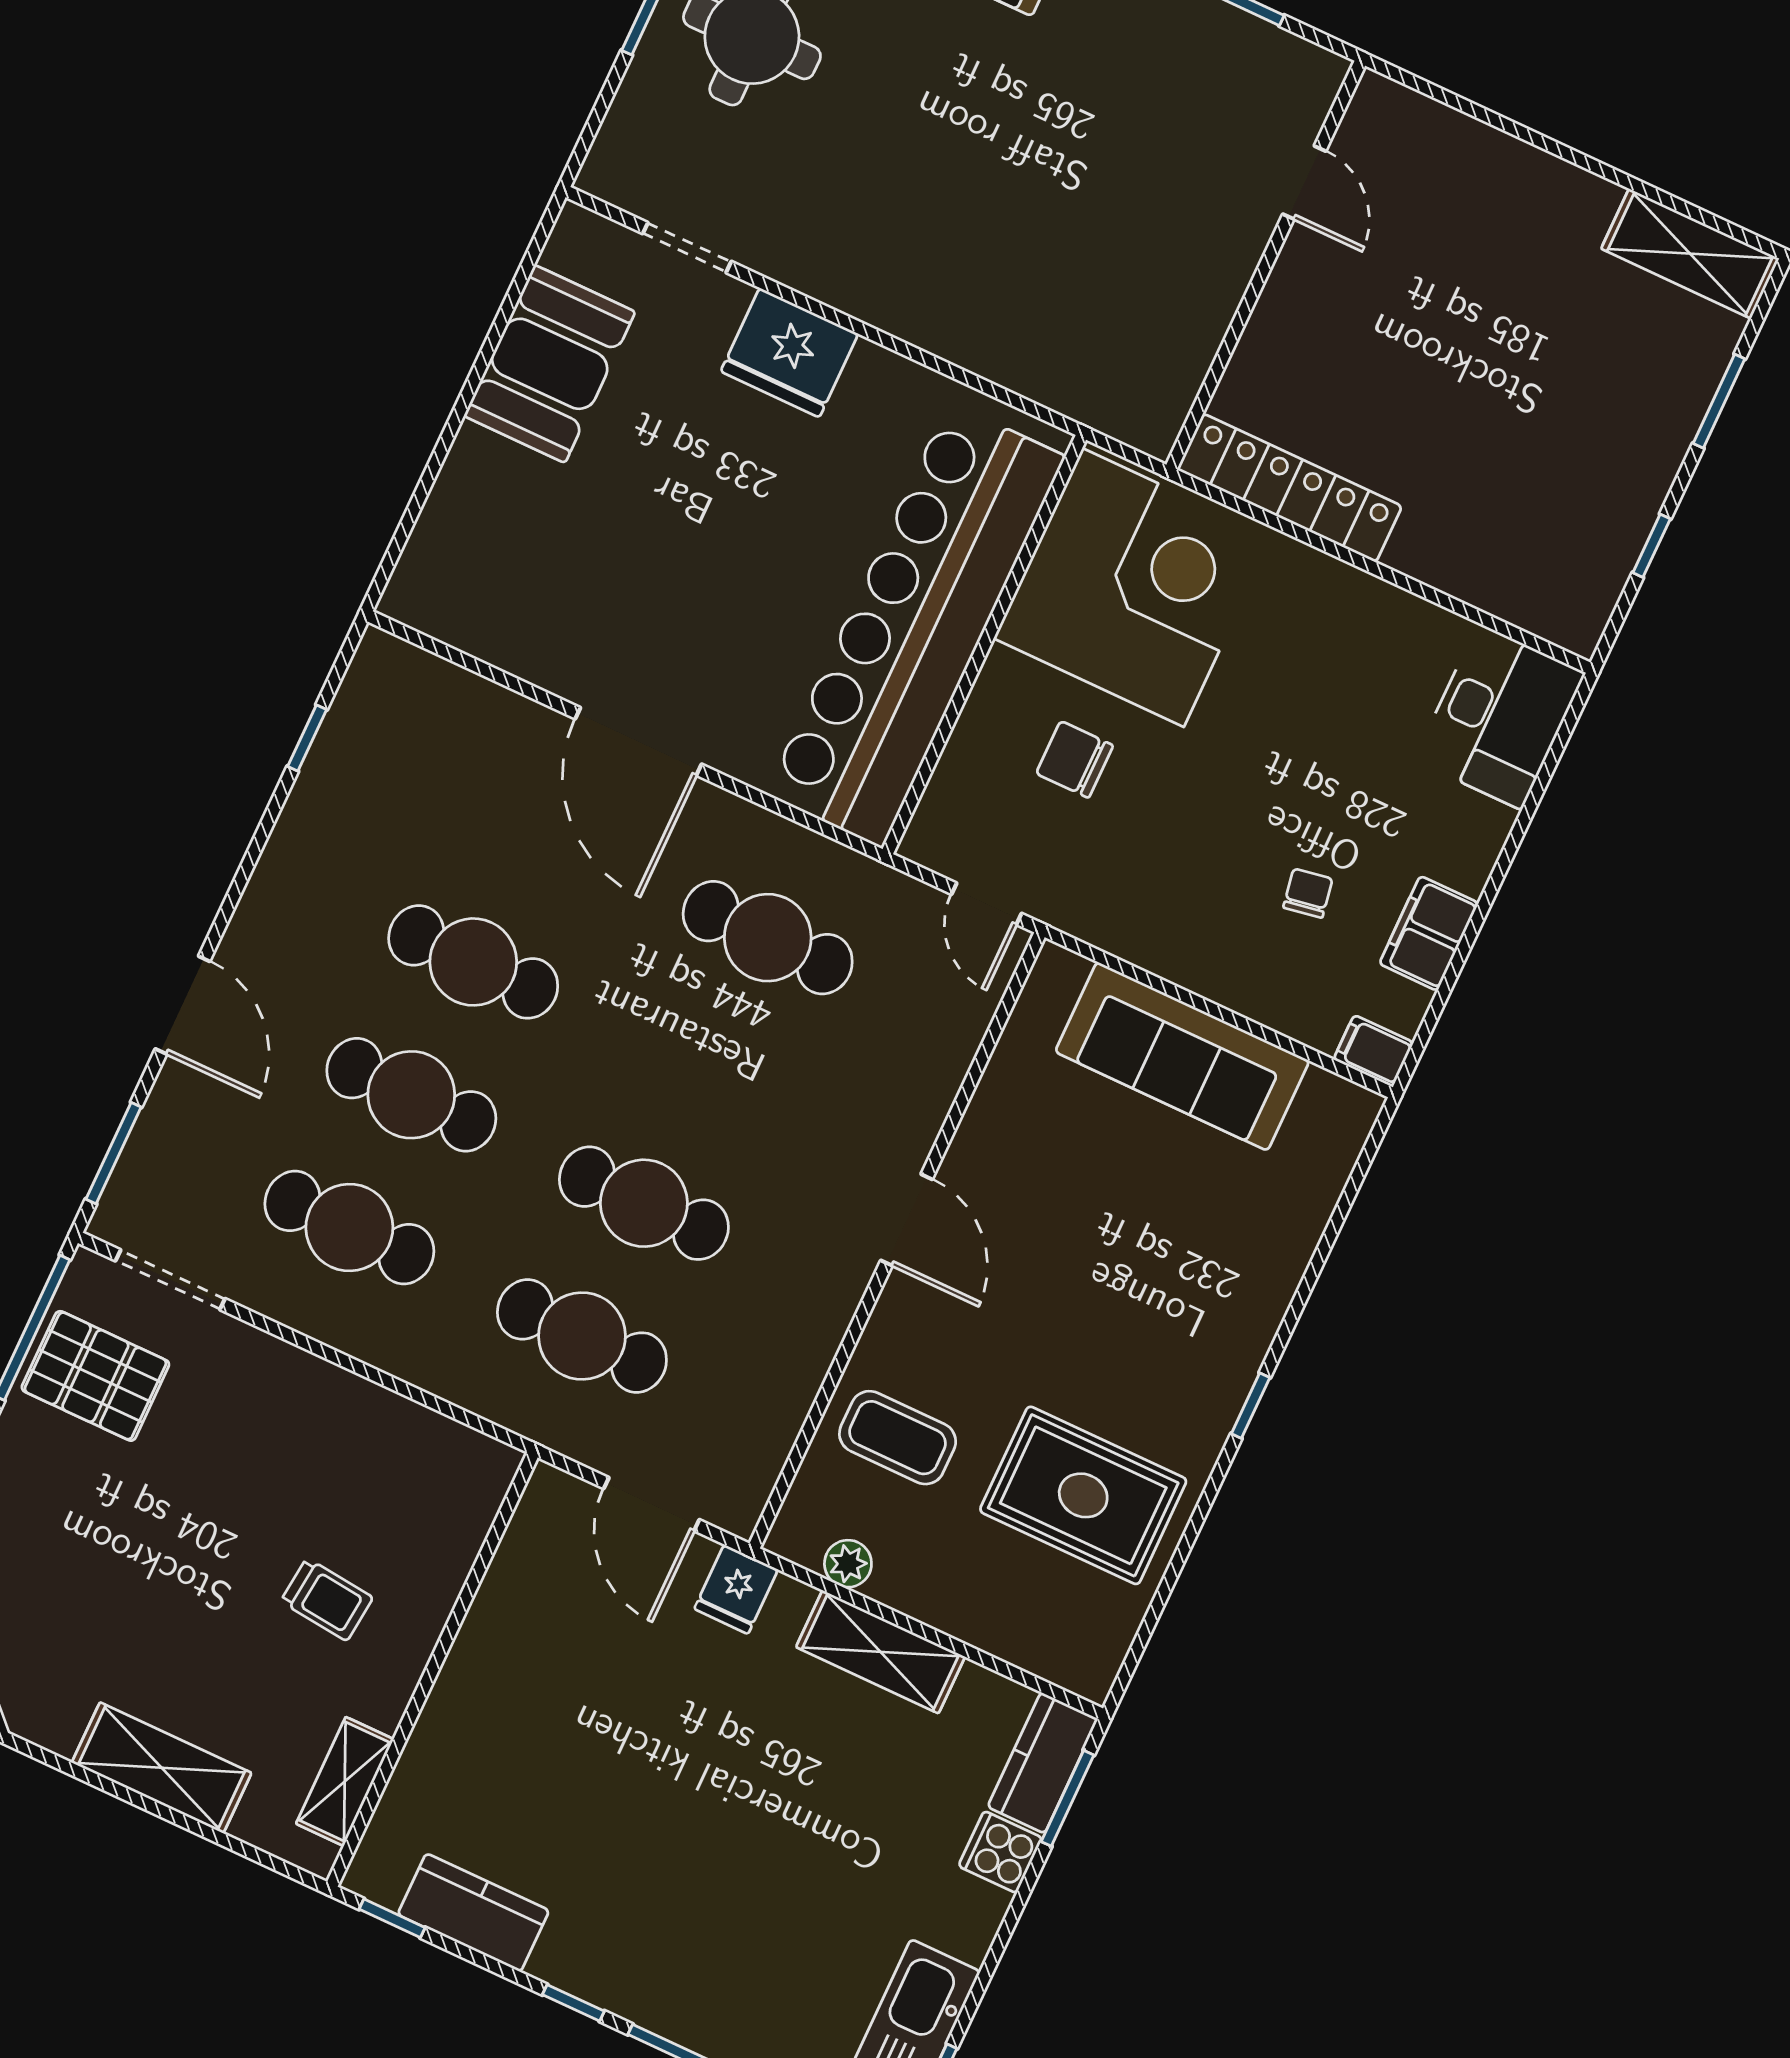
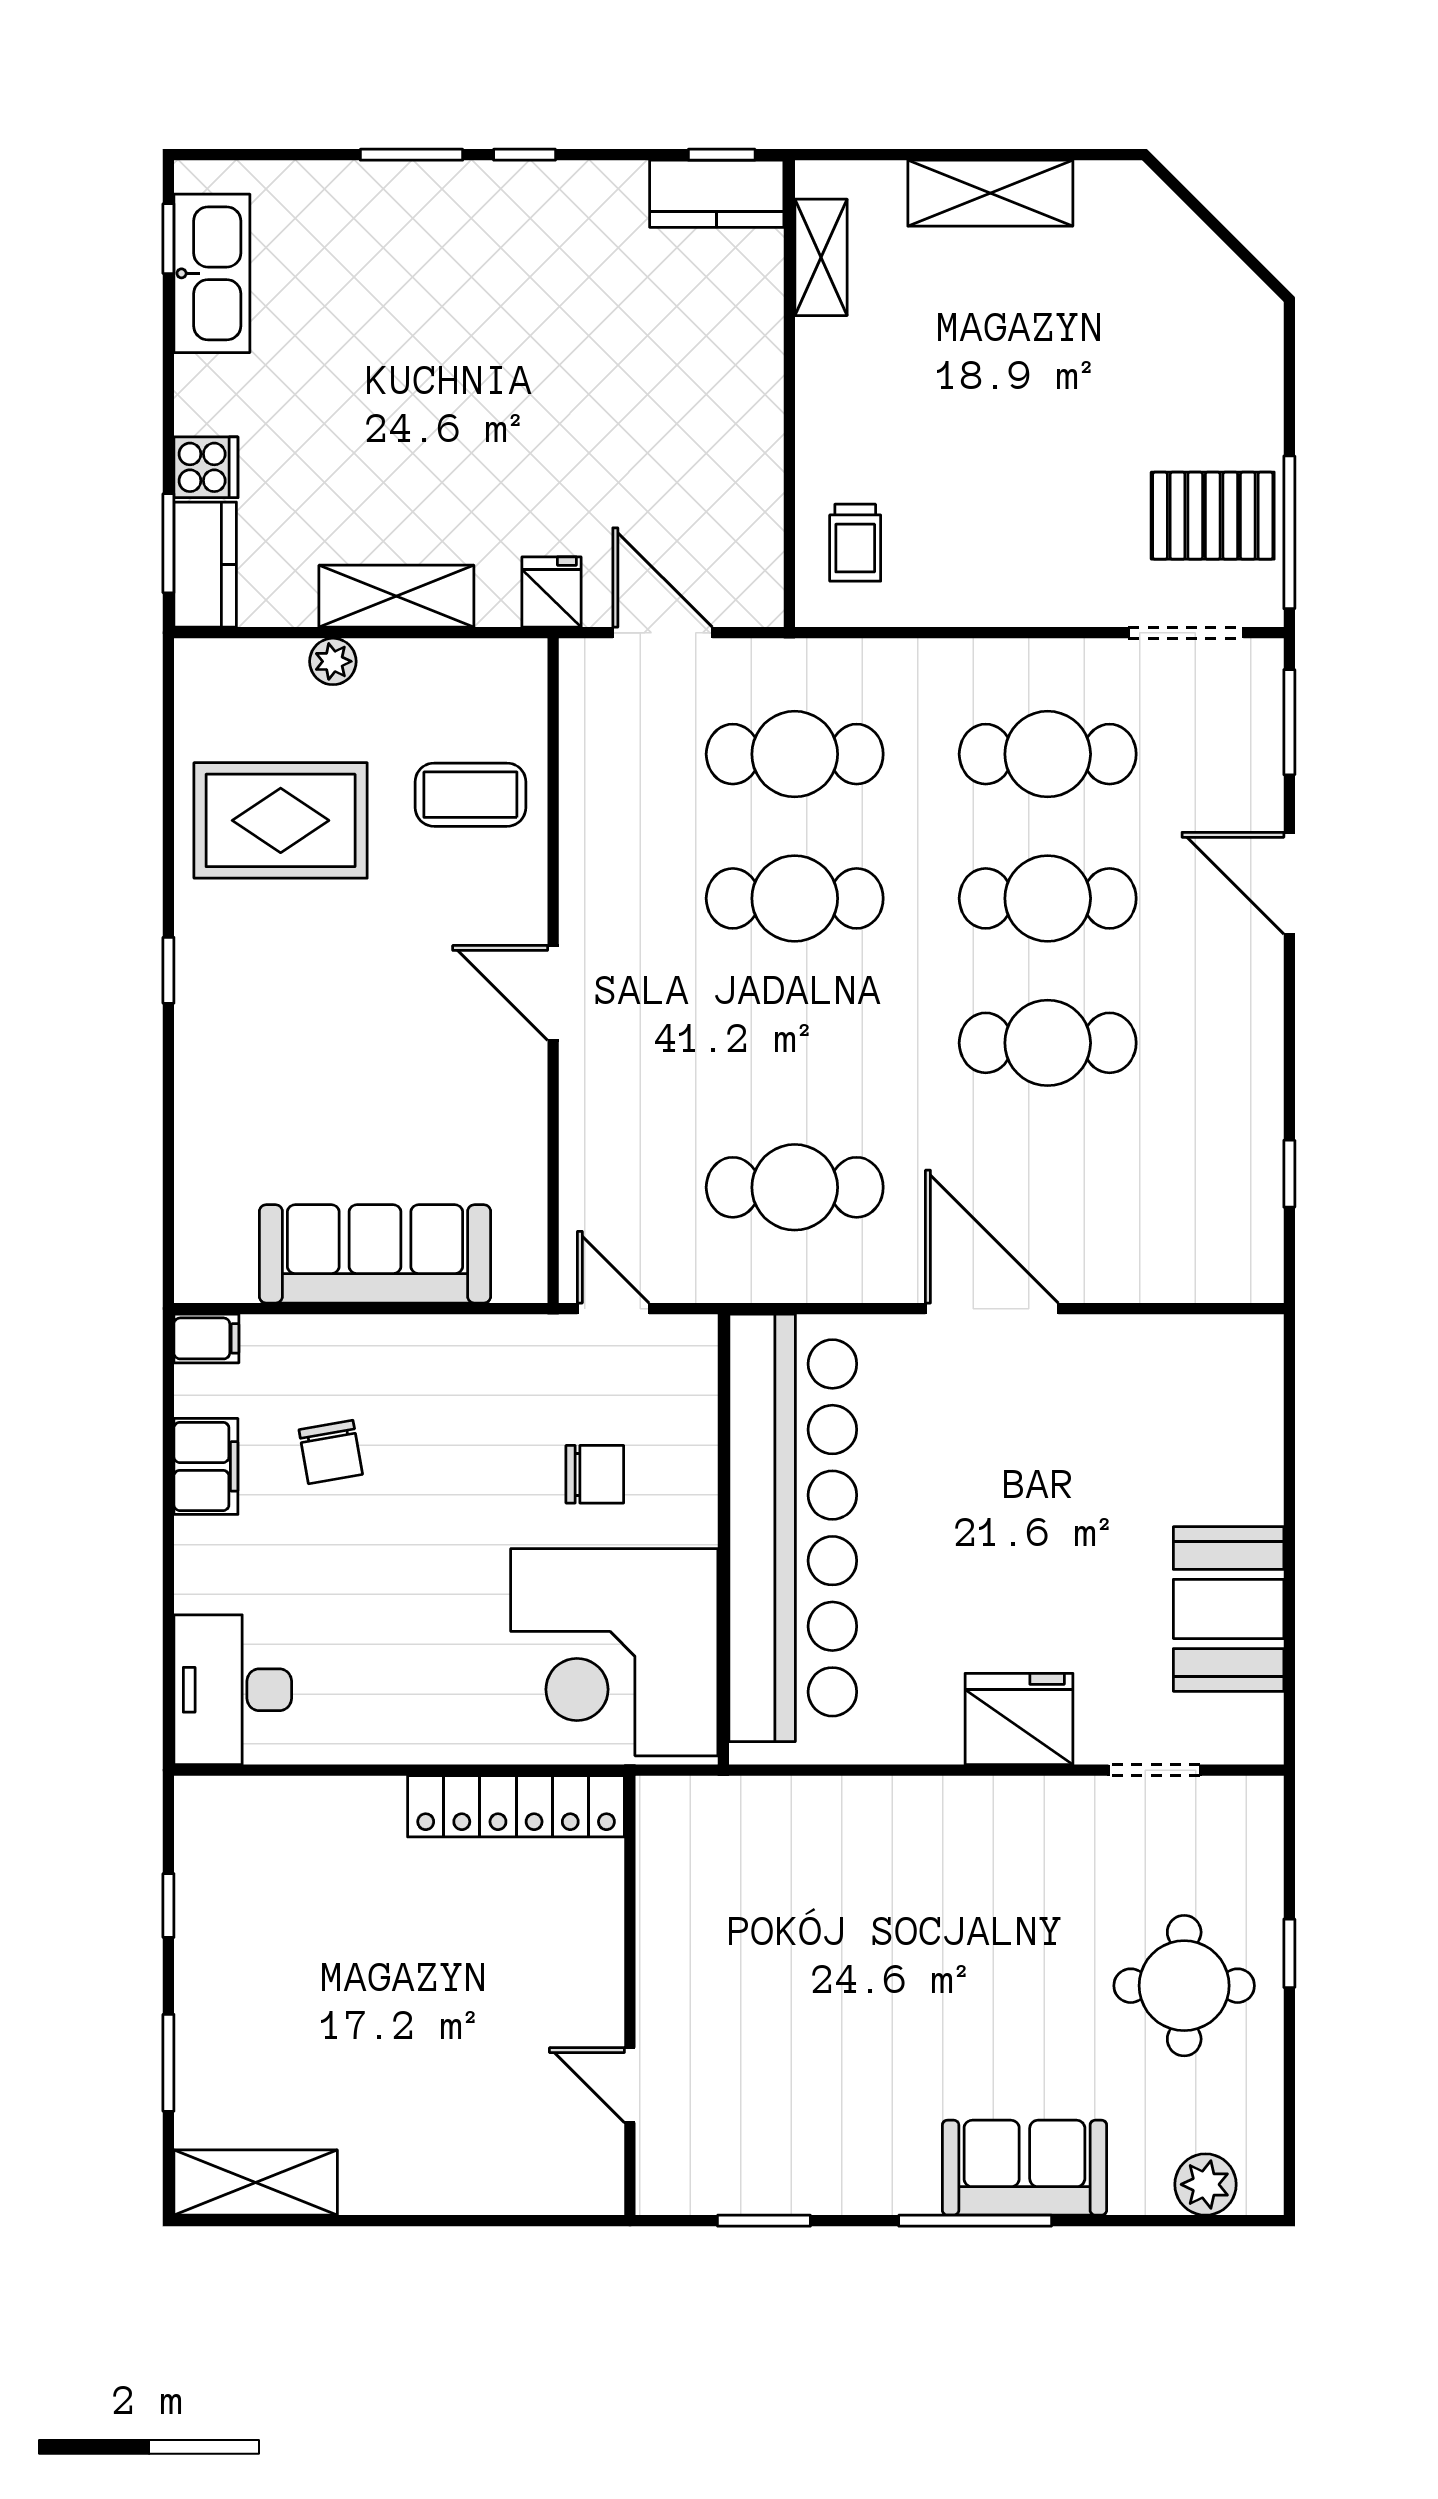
chair: (1308, 893) -> (331, 1452), width x1.37, depth x1.37
plant: (848, 1564) -> (333, 661), moved
trolley: (327, 1600) -> (855, 543), moved, turned -96
kitchen counter: (473, 1913) -> (717, 194), moved

